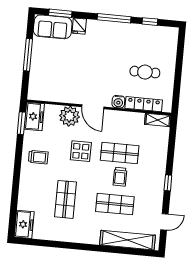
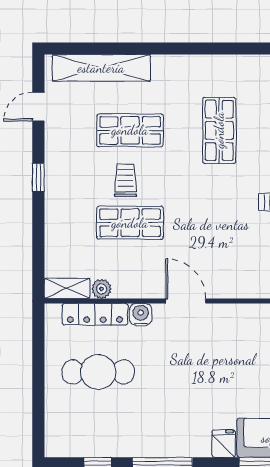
cafe table: (145, 72) -> (98, 372), width x1.37, depth x1.35
plant: (69, 116) -> (102, 289), moved, width x0.53, depth x0.53
display table: (81, 151) -> (200, 220), removed

